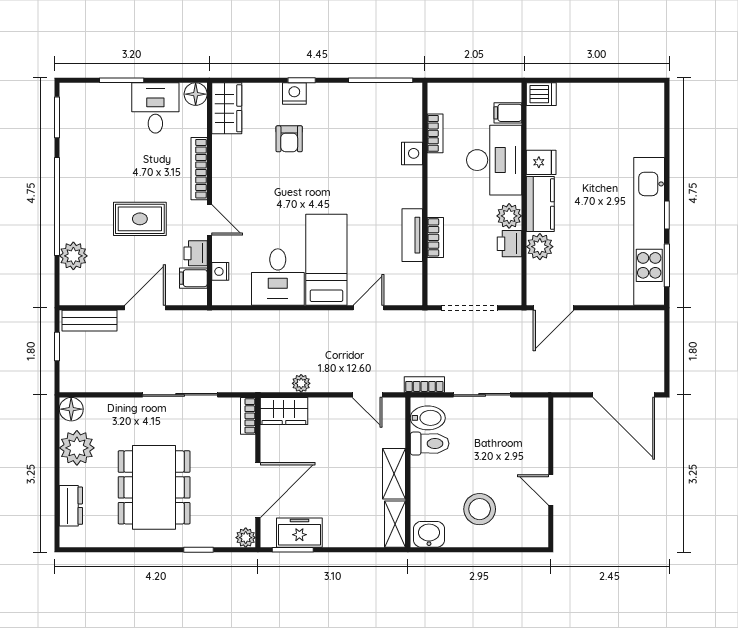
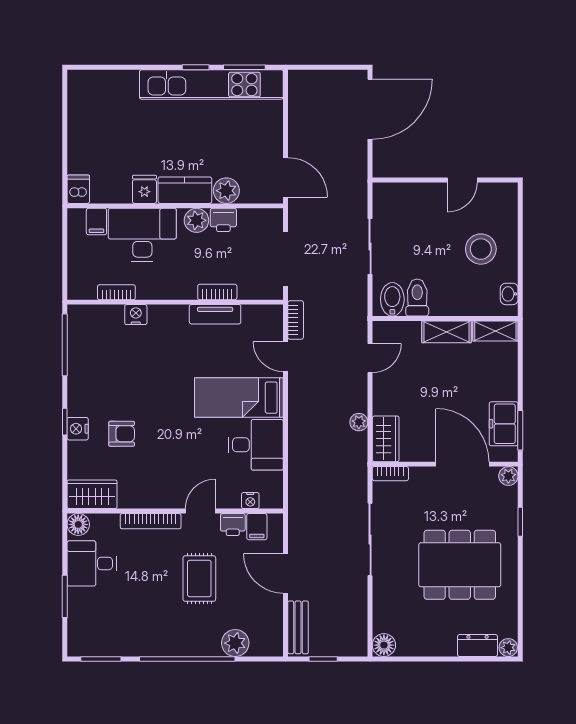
bookcase: (424, 384) -> (296, 320), moved, turned 180
plant: (77, 448) -> (508, 648), moved, width x0.53, depth x0.53
washbasin: (429, 534) -> (509, 294), width x0.72, depth x0.69

